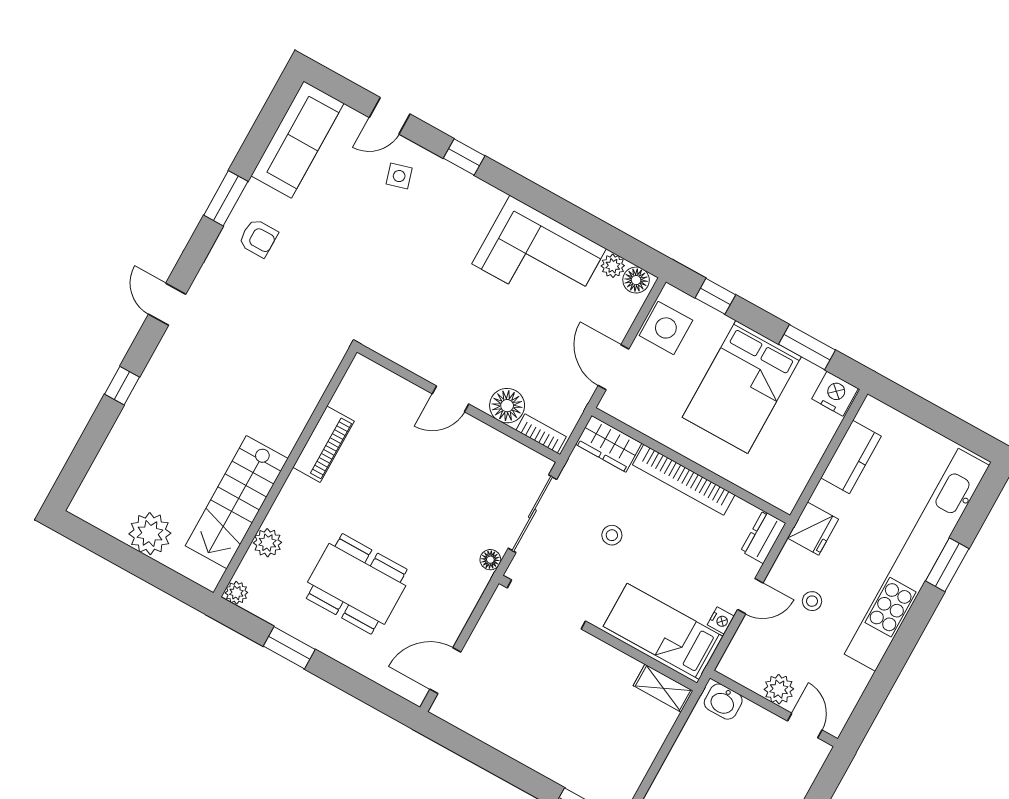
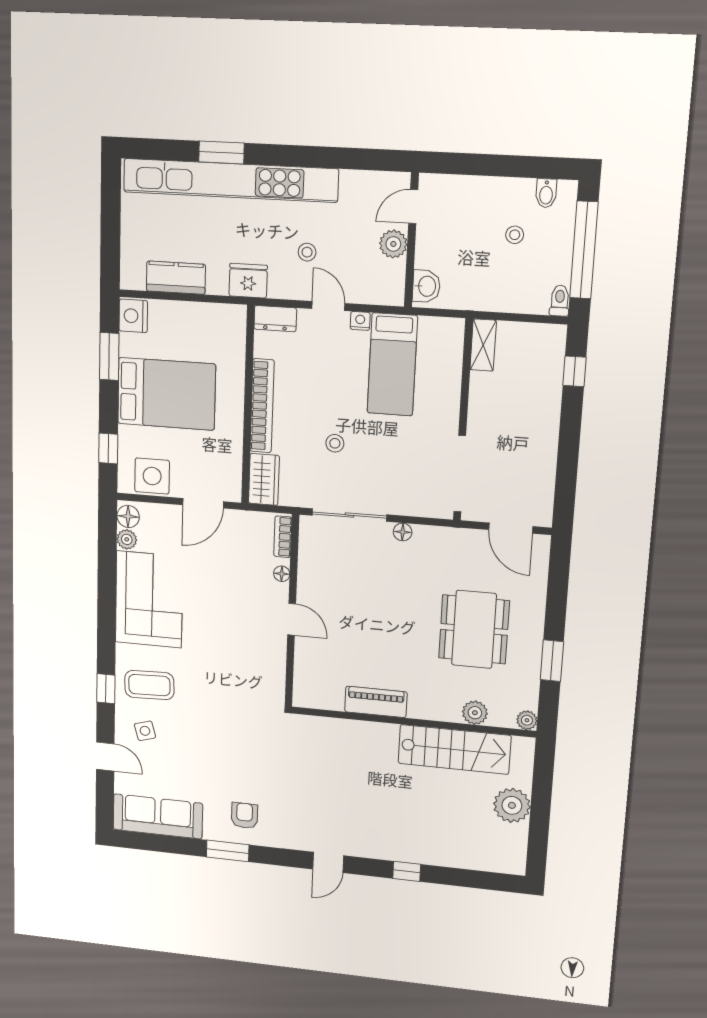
coffee table: (447, 208) -> (149, 685), added
floor lamp: (507, 406) -> (282, 574), width x0.53, depth x0.53
doorway: (546, 605) -> (460, 474), moved
wall: (598, 633) -> (463, 421), moved
shelving: (663, 688) -> (483, 345), moved

